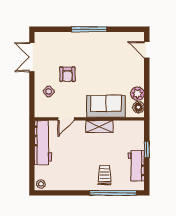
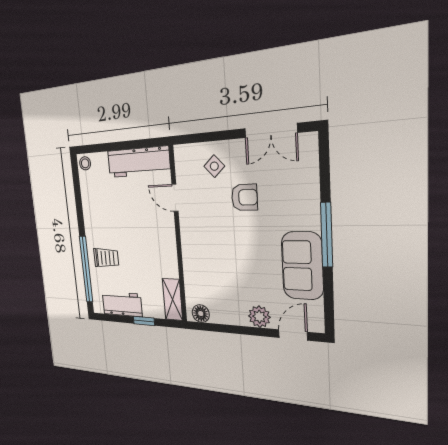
double door: (32, 57) -> (271, 131), swing flipped
armchair: (67, 74) -> (244, 197), turned 180
plant: (137, 94) -> (259, 317), moved
sofa: (106, 106) -> (302, 266), moved, turned 180
shelving: (99, 126) -> (172, 300), moved

